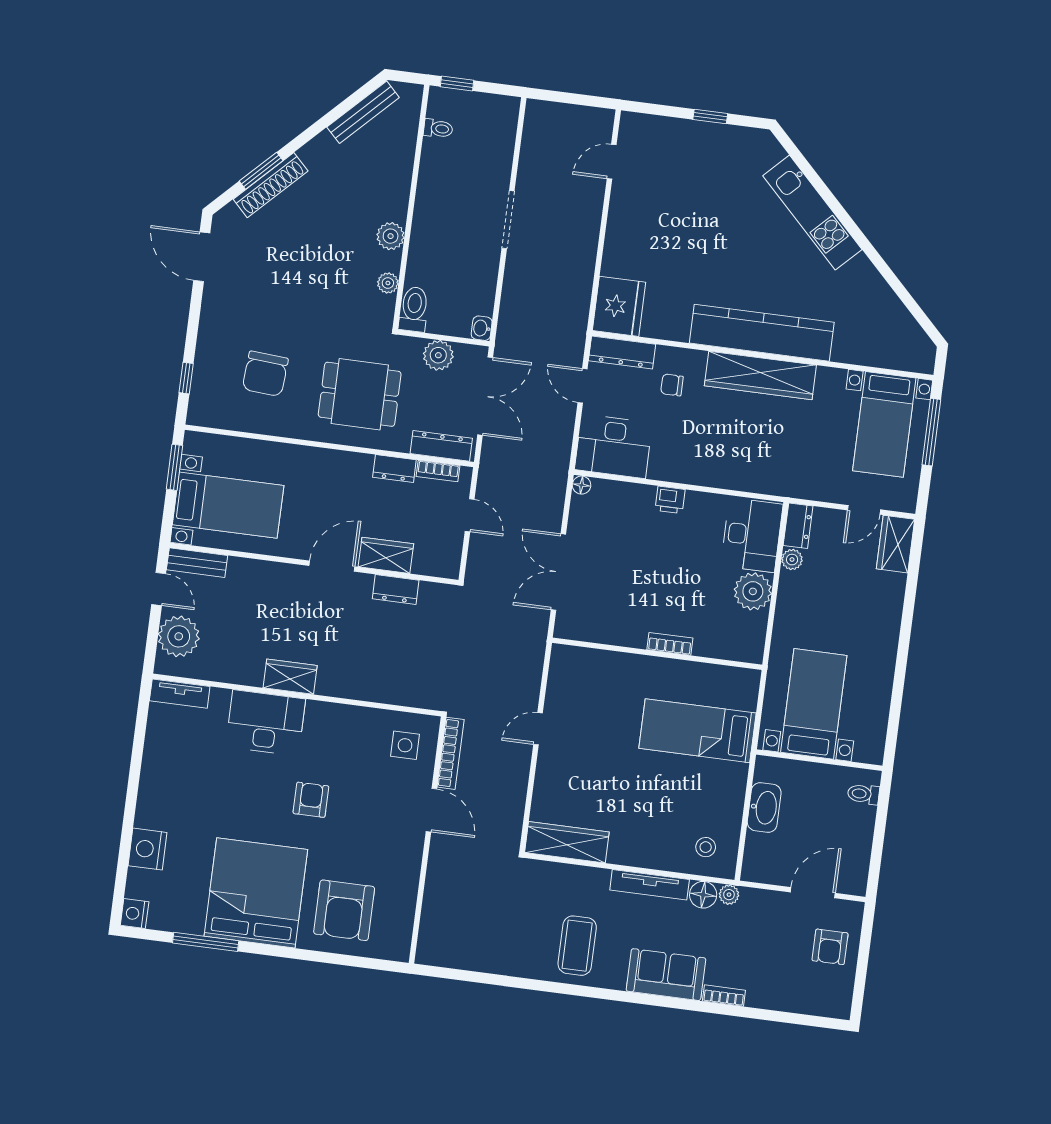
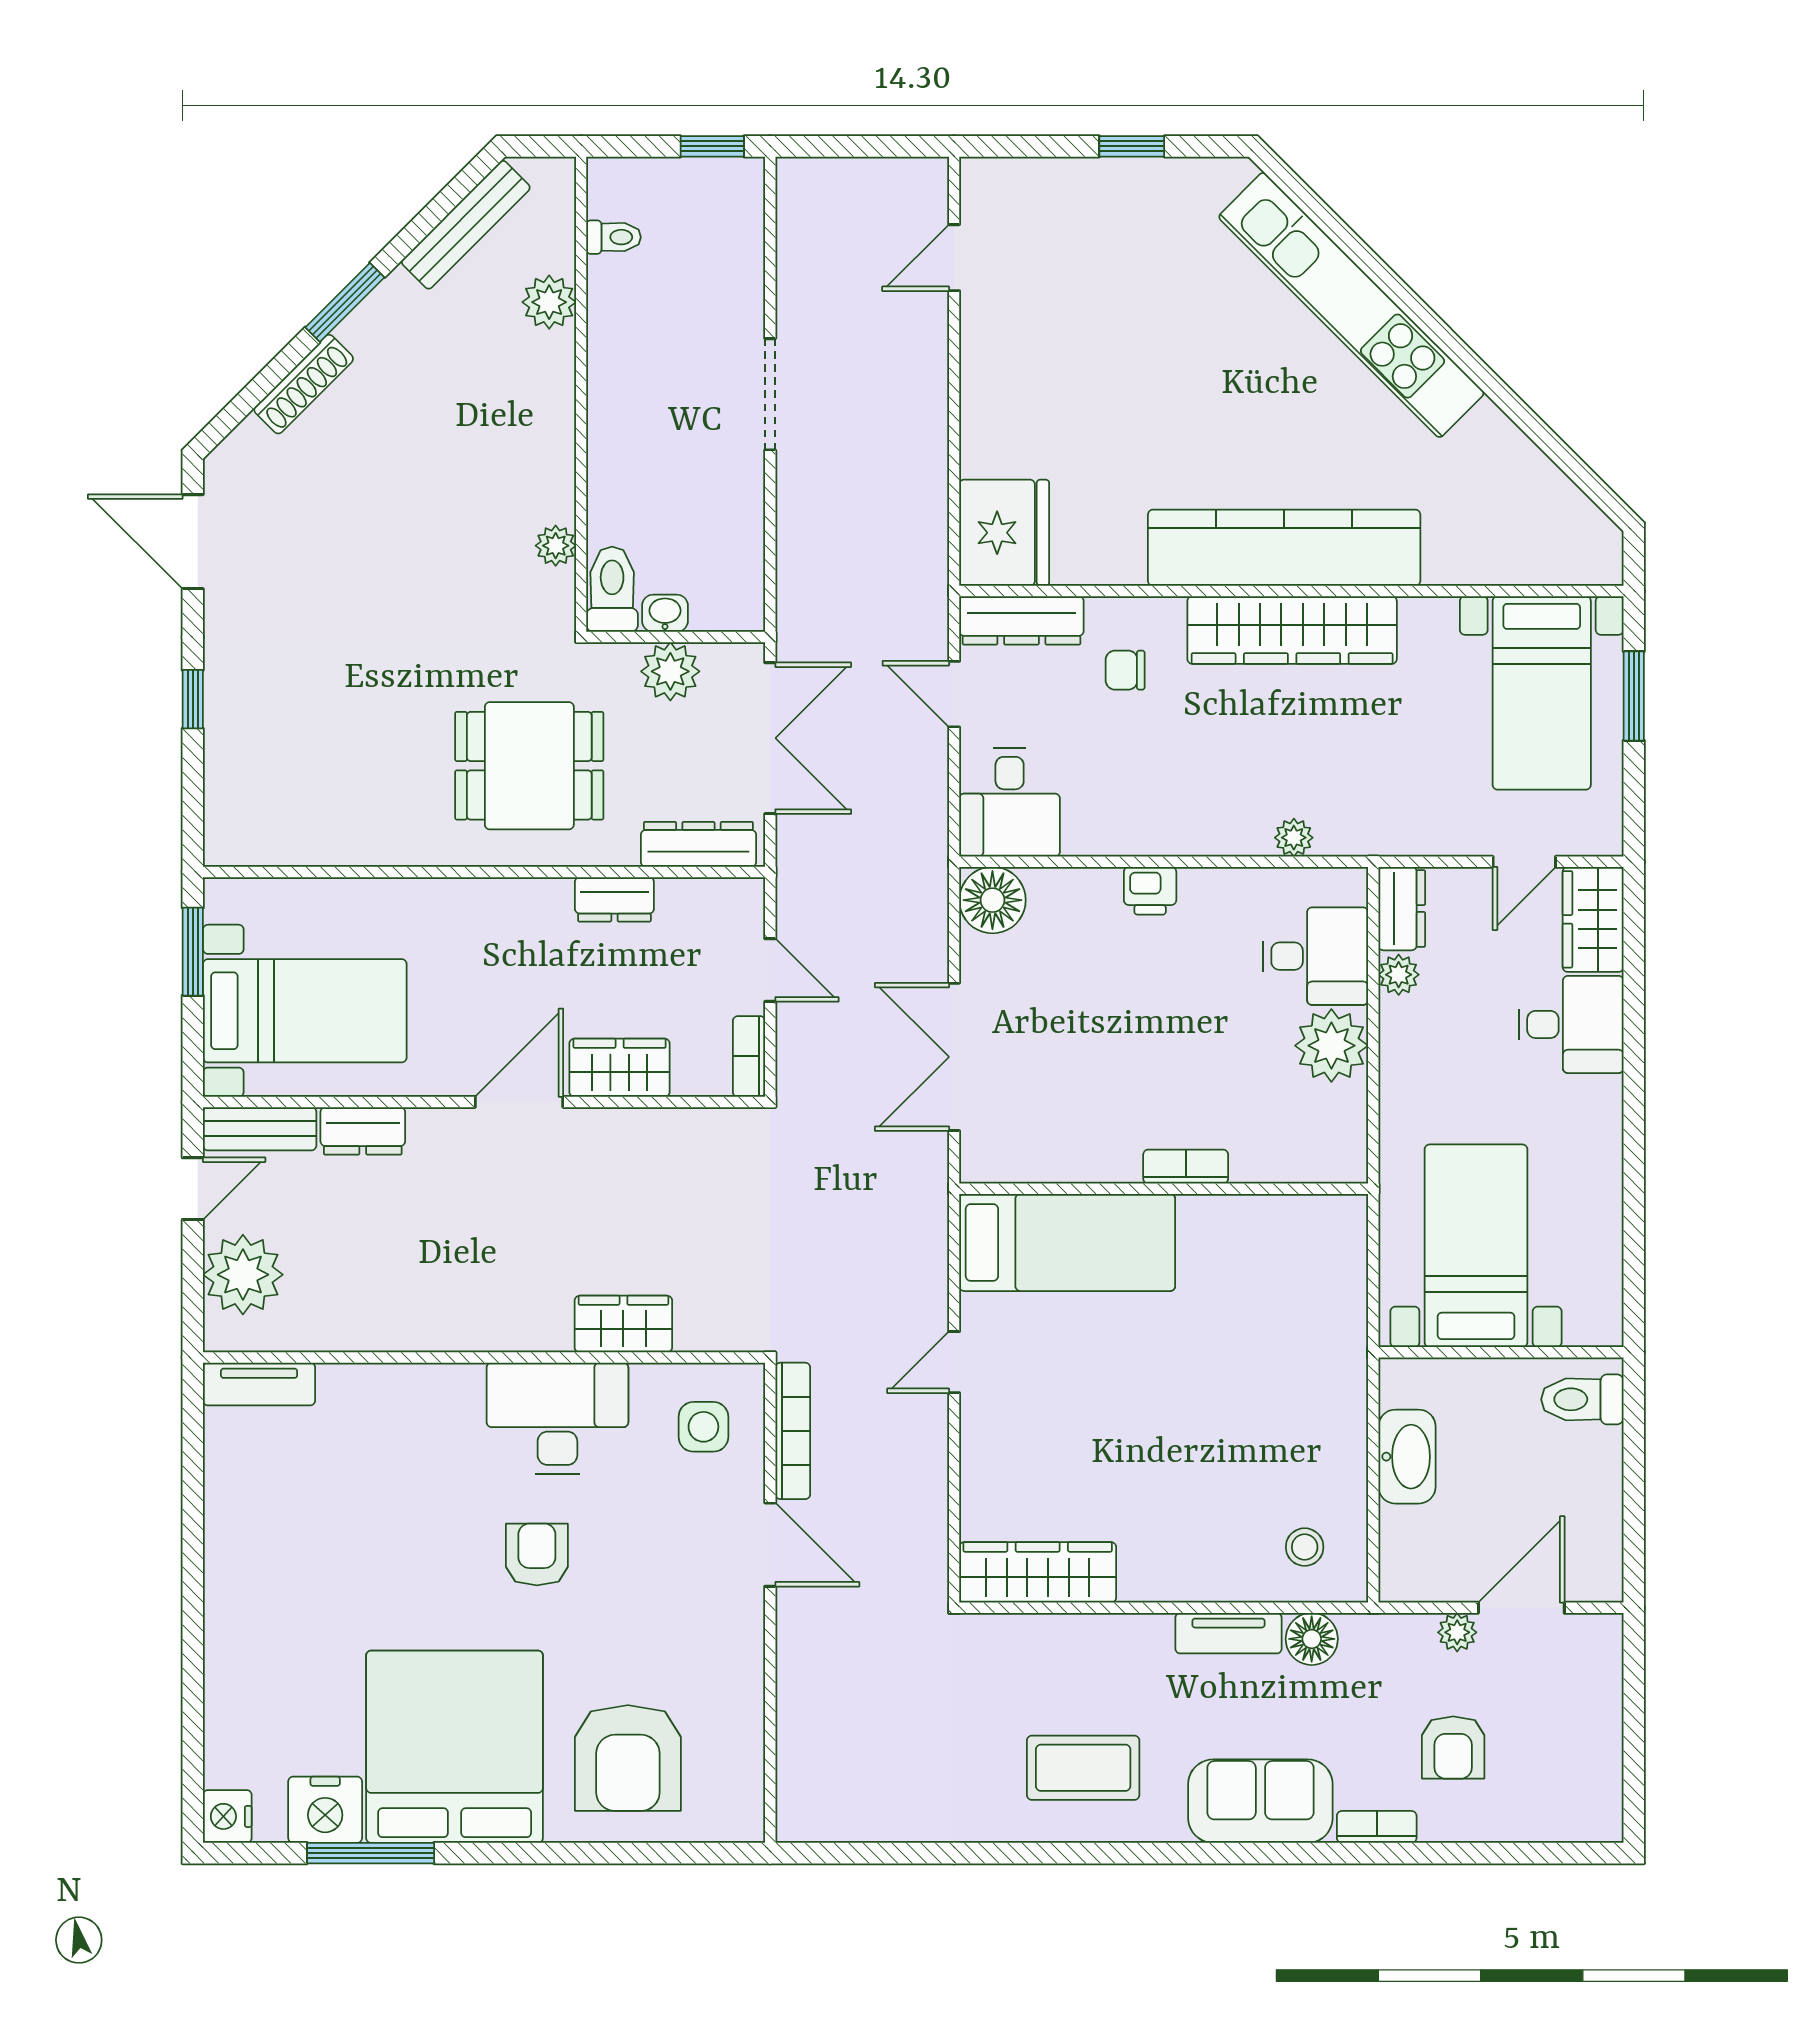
window: (457, 84) -> (712, 146), moved
window: (261, 171) -> (345, 302), moved
shoe rack: (271, 185) -> (304, 384), width x0.74, depth x0.81
kitchen unit: (812, 213) -> (1351, 305), width x1.36
plant: (391, 236) -> (549, 302), moved
washbasin: (482, 328) -> (665, 613), moved, turned 90
chair: (265, 374) -> (343, 750), removed
window: (186, 378) -> (193, 699), moved
window: (931, 432) -> (1634, 696), width x0.69
desk: (613, 446) -> (1010, 802), width x0.73
bookcase: (438, 471) -> (749, 1056), moved, turned 90
plant: (747, 482) -> (1294, 838), added
floor lamp: (582, 485) -> (992, 900), width x1.89, depth x1.89
desk: (752, 535) -> (1315, 956), width x0.73
door: (159, 589) -> (193, 1189), hinge flipped
dresser: (396, 590) -> (363, 1131), moved
desk: (877, 597) -> (1571, 1024), added
wardrobe: (290, 677) -> (623, 1324), moved
desk: (266, 723) -> (557, 1418), moved
bed: (697, 731) -> (1067, 1242), moved, turned 180
toilet: (863, 794) -> (1582, 1399), width x1.37, depth x1.39
nightstand: (148, 849) -> (325, 1810), moved, turned -90
tv unit: (650, 885) -> (1228, 1633), width x0.71
plant: (729, 895) -> (1457, 1632), moved
coffee table: (577, 946) -> (1083, 1768), turned 90
armchair: (830, 947) -> (1453, 1747), moved

